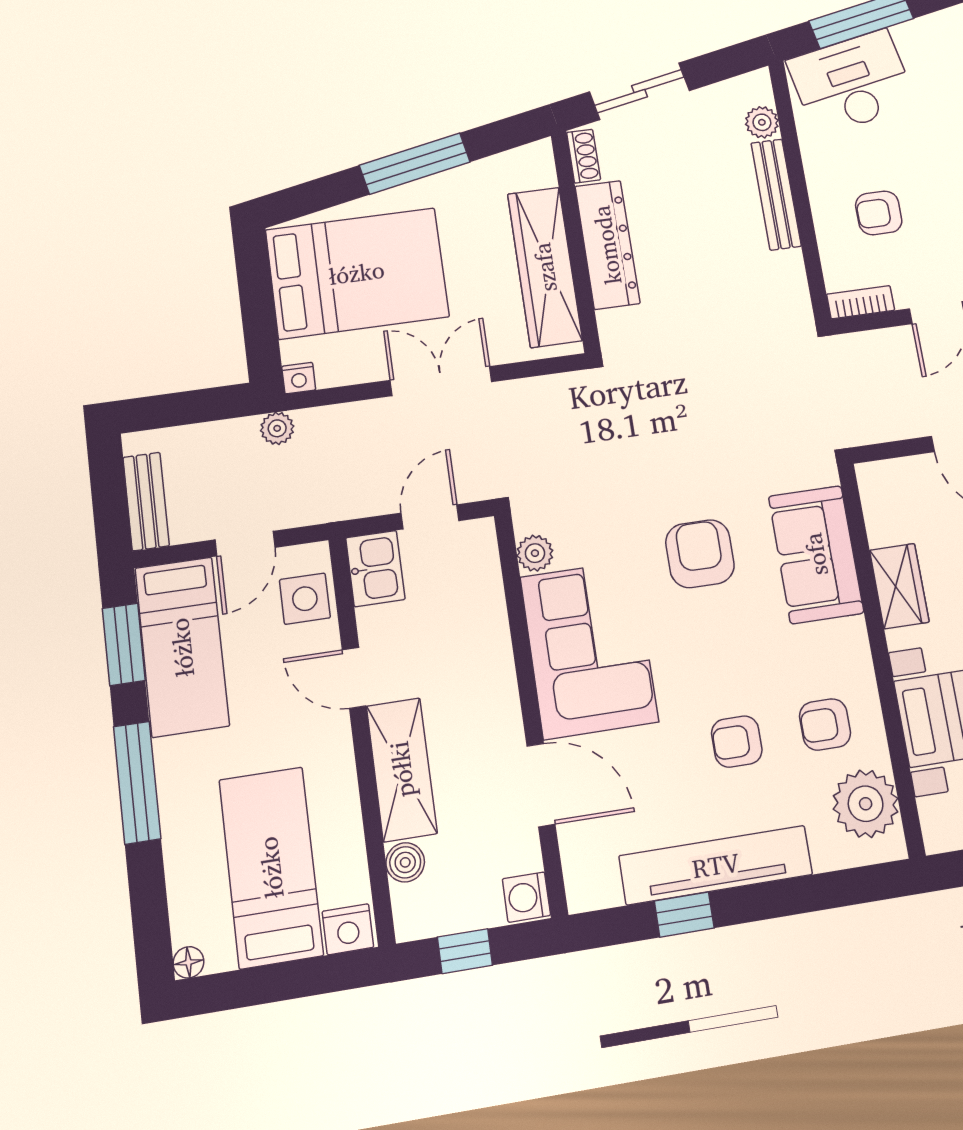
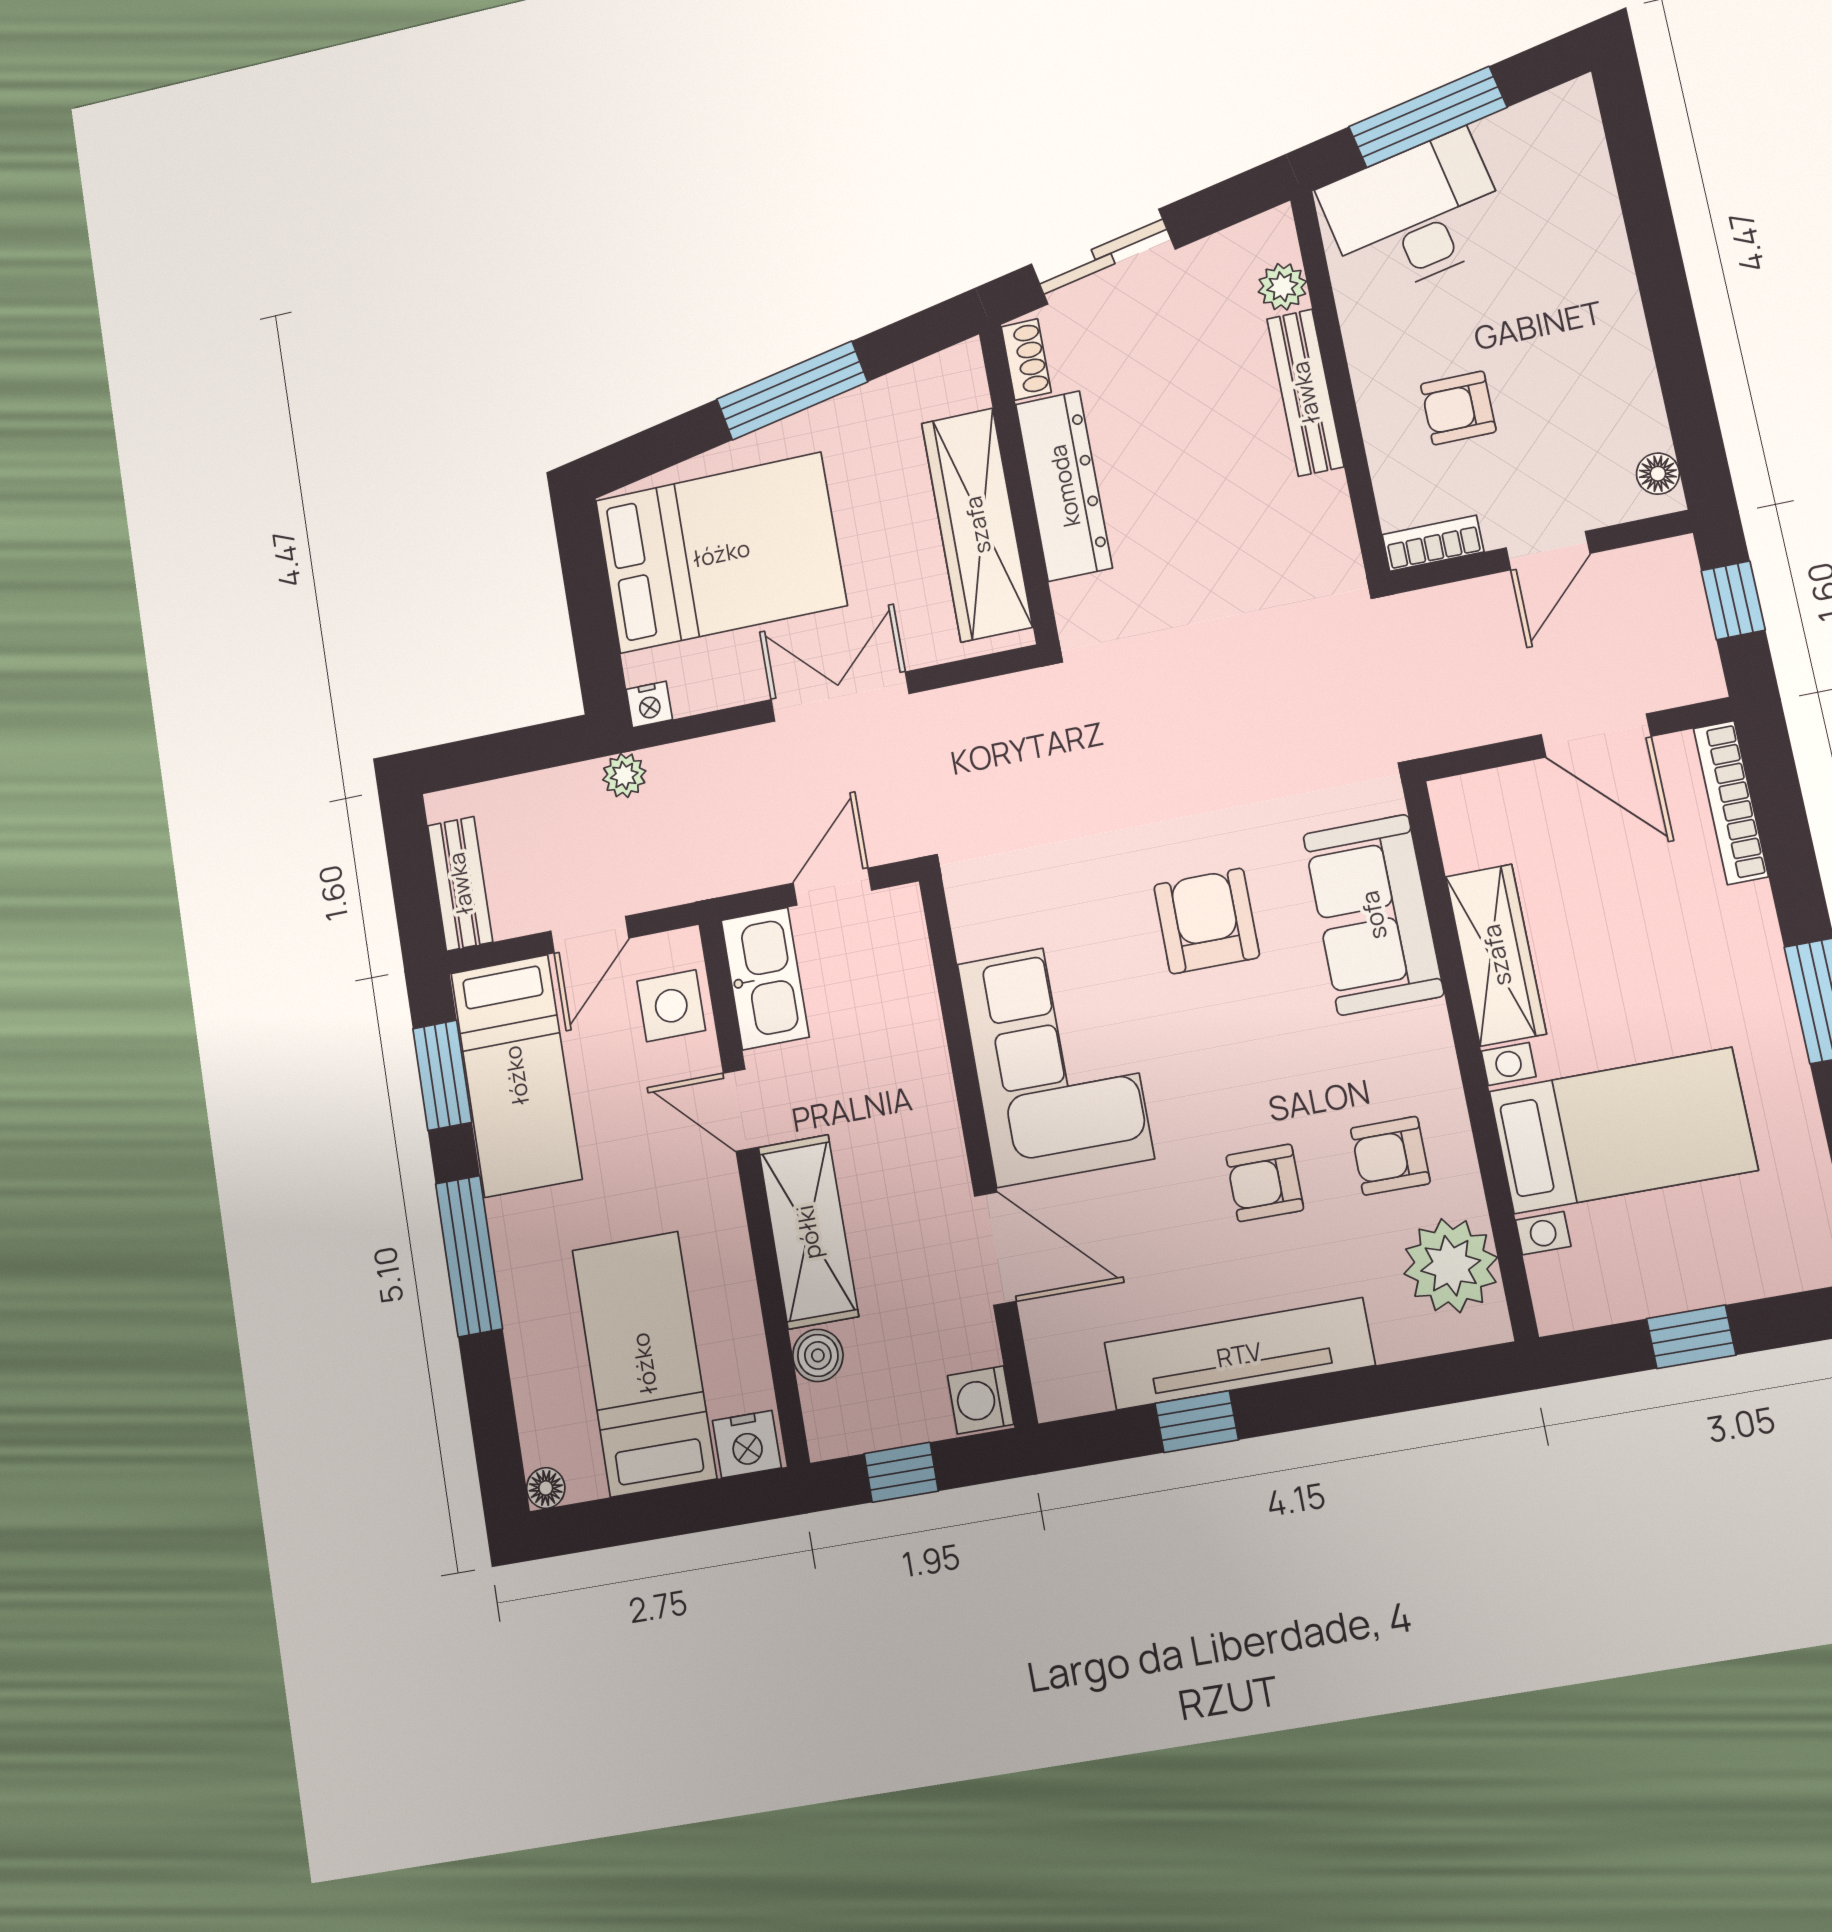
plant: (535, 553) -> (977, 930), removed
kitchen sink: (375, 568) -> (765, 979), width x1.38
wardrobe: (899, 586) -> (1496, 955), width x1.50

